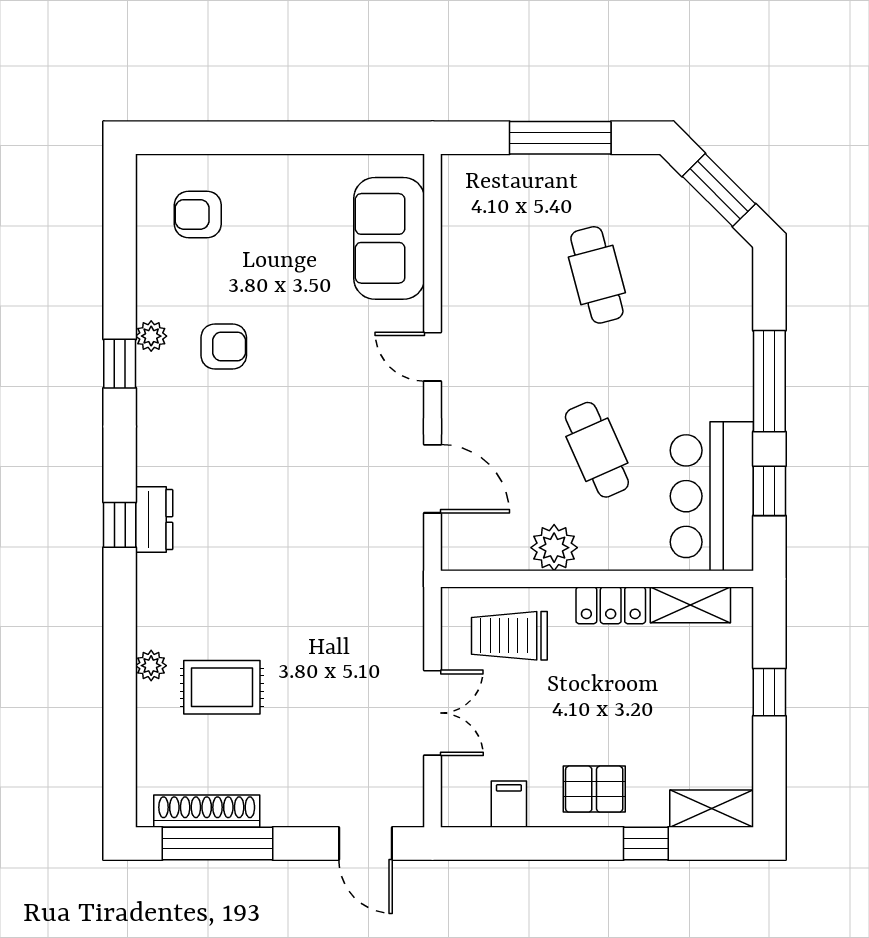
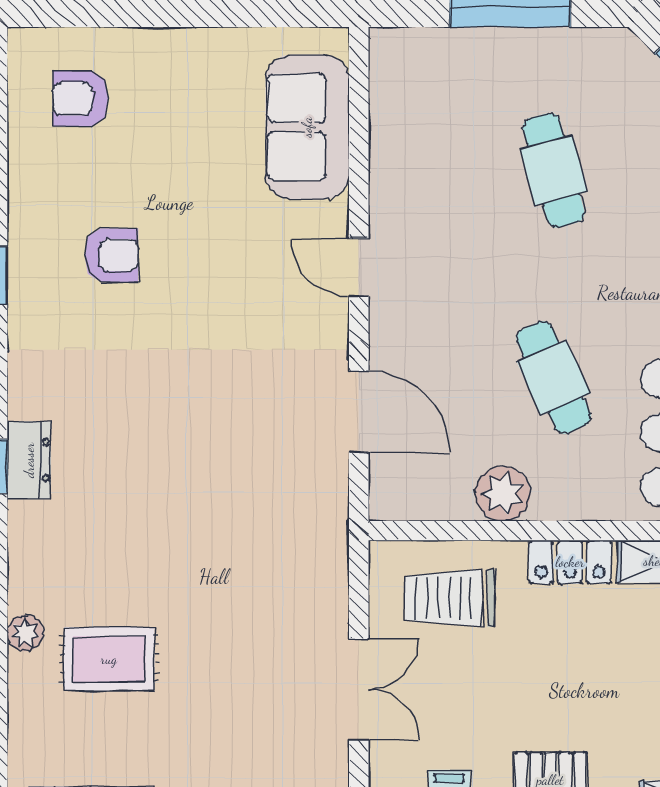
plant: (151, 336) -> (25, 243), removed

